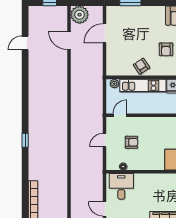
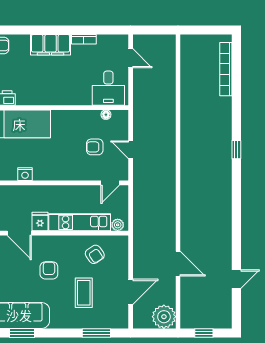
coffee table: (140, 33) -> (84, 293), added
door: (69, 40) -> (178, 264), moved
armchair: (141, 66) -> (95, 254), moved
door: (105, 140) -> (131, 150), swing flipped

